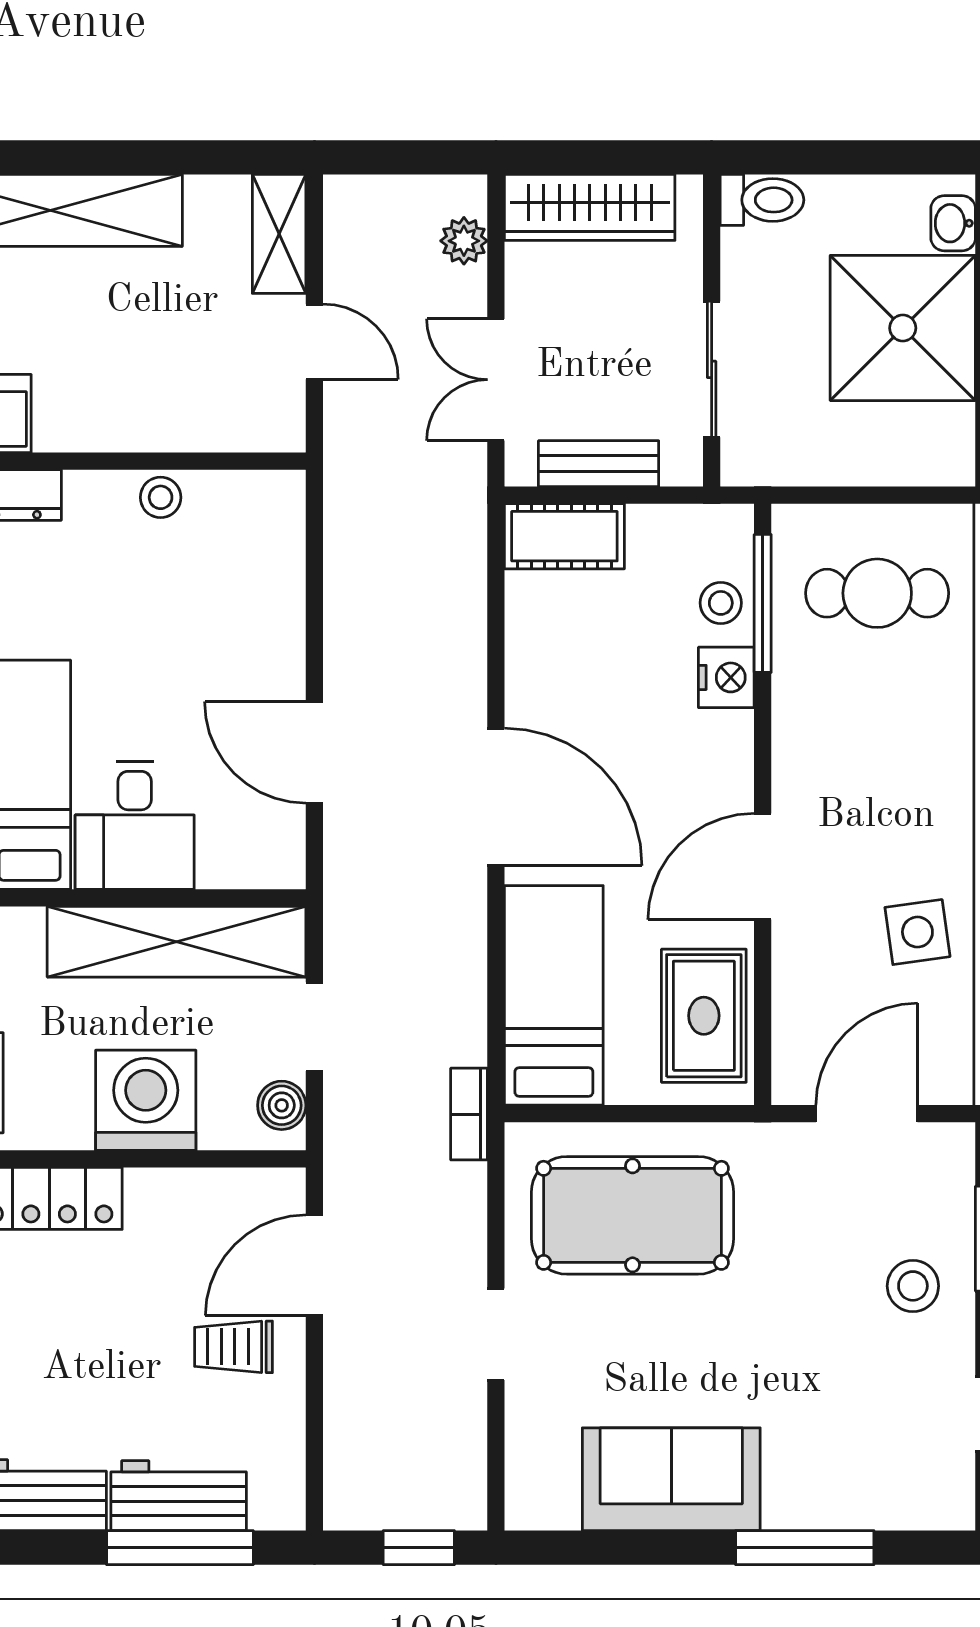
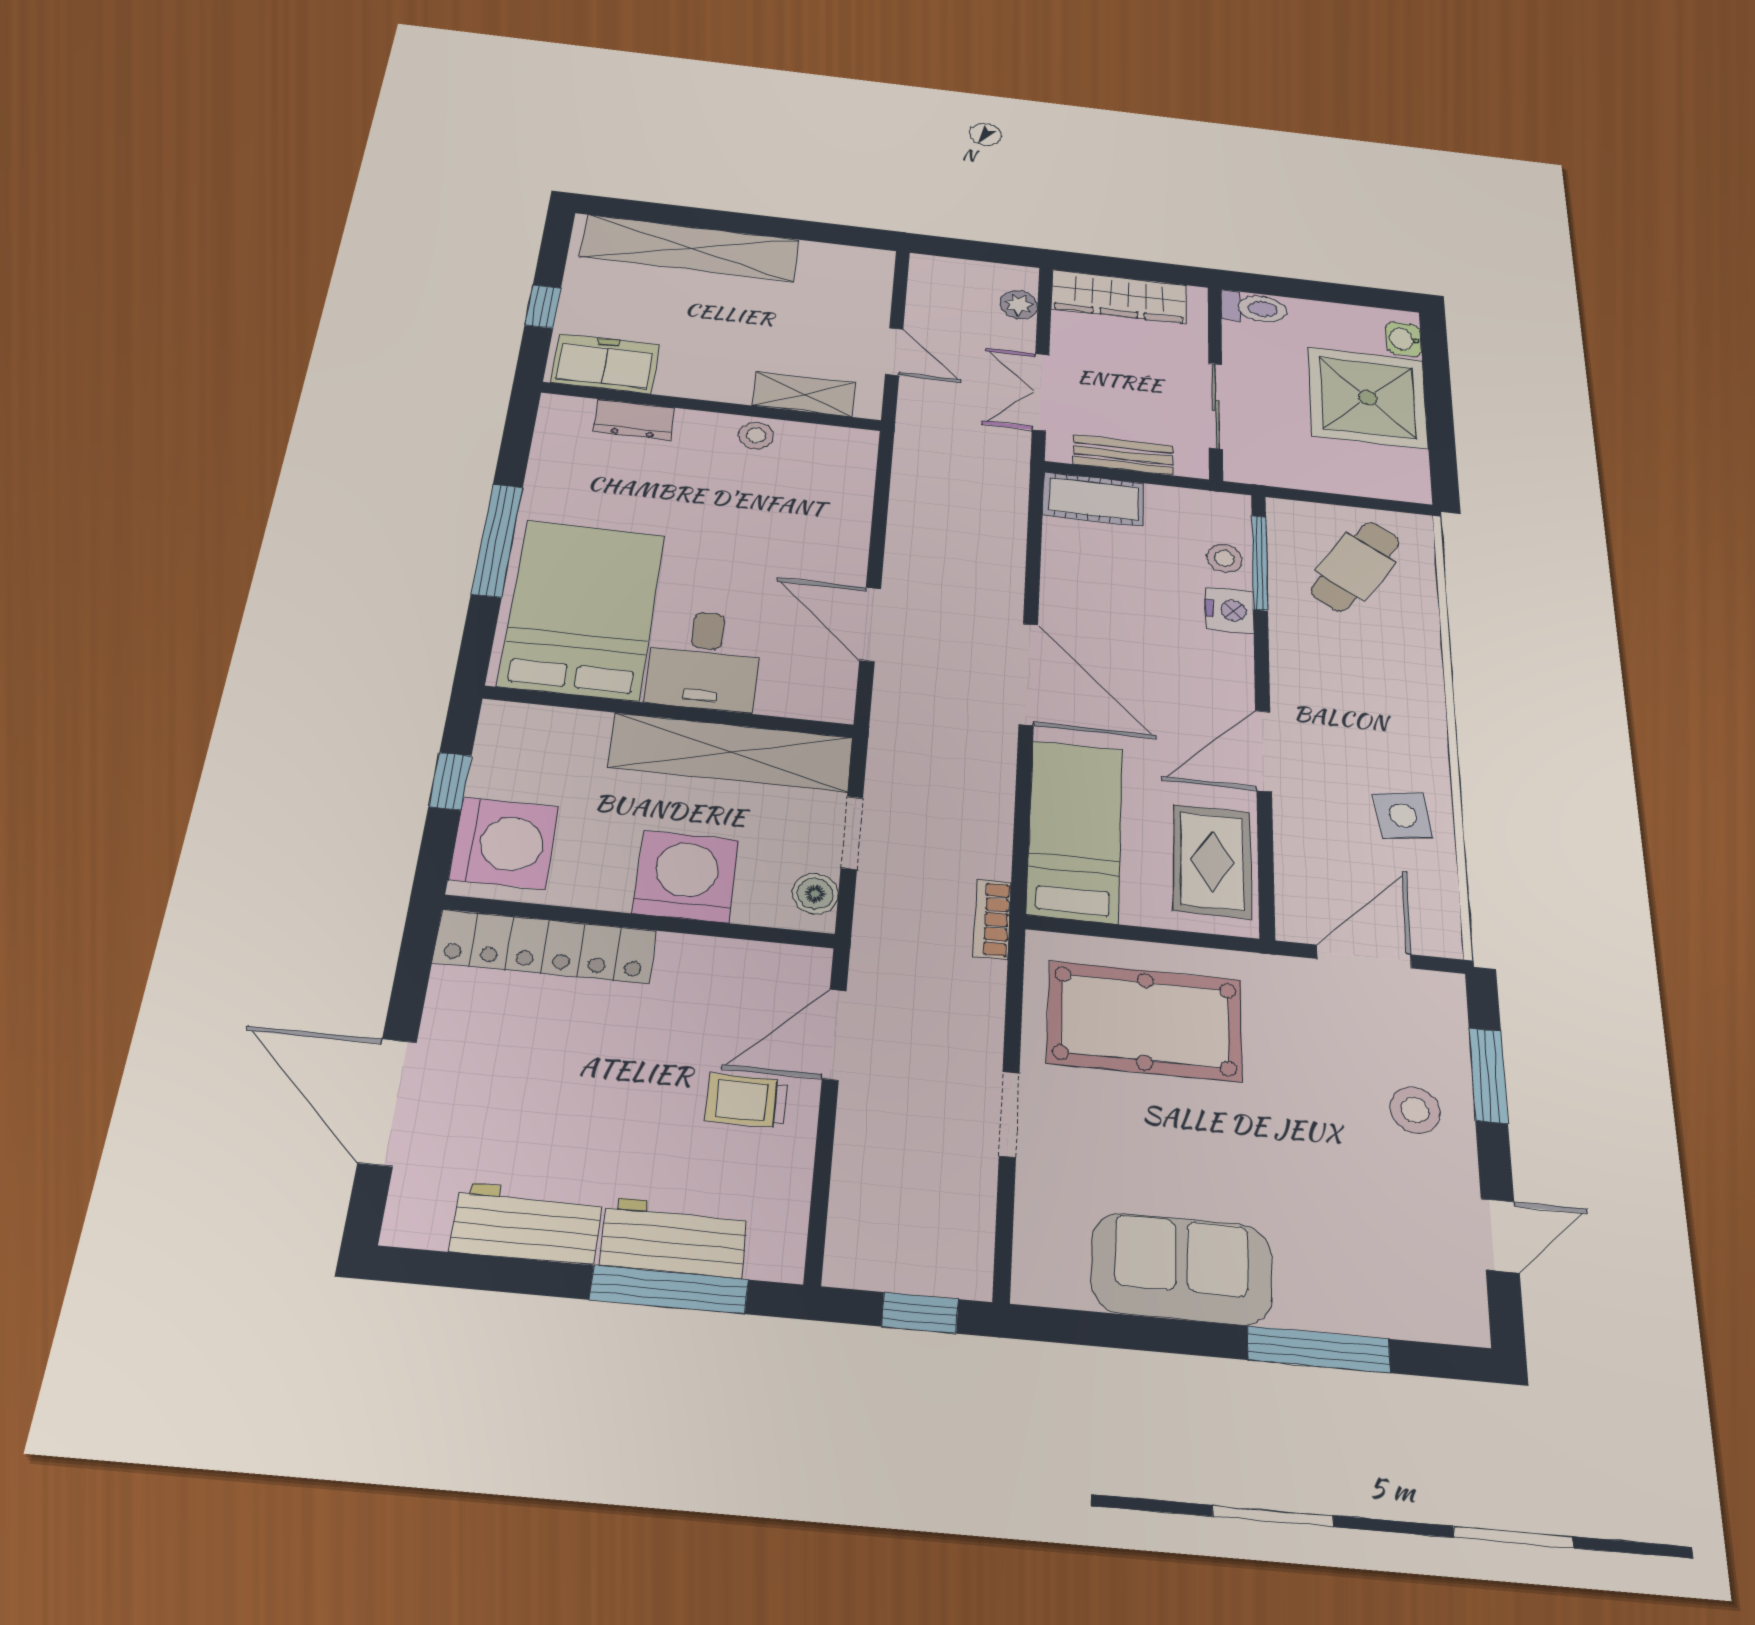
shelving: (279, 234) -> (804, 394), moved, turned 90
cafe table: (877, 593) -> (1355, 566), turned -57

